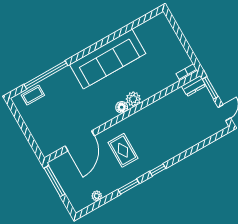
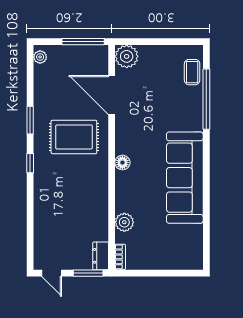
plant: (133, 99) -> (124, 222), moved
plant: (48, 146) -> (127, 56), added
rug: (123, 150) -> (74, 137), width x1.36, depth x1.43
plant: (97, 196) -> (40, 57), moved

